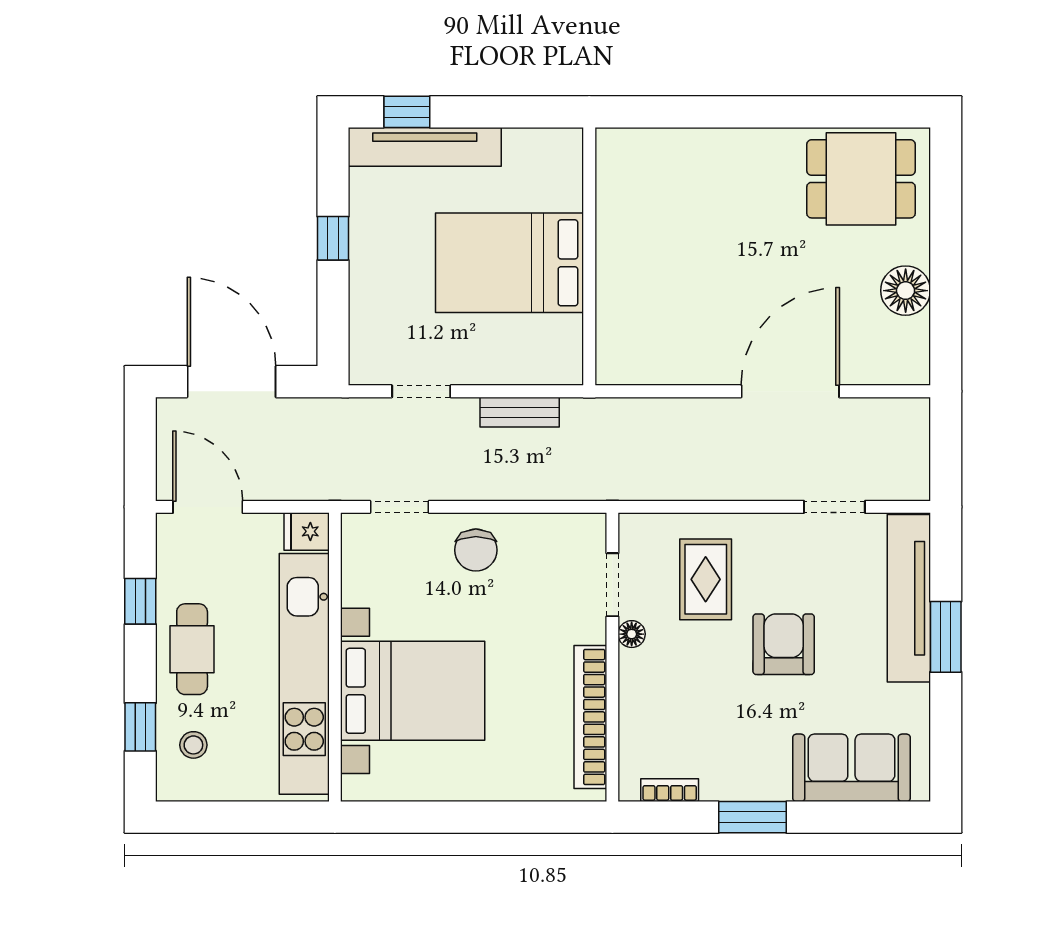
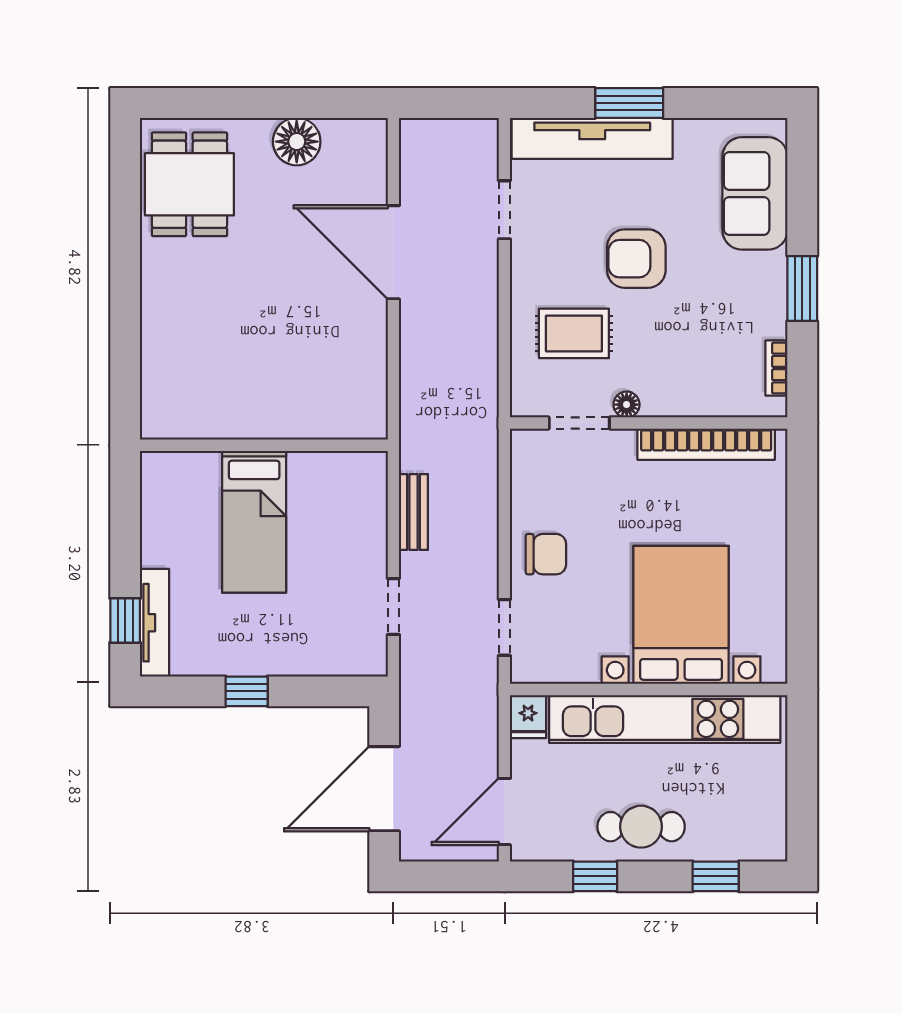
tv unit: (425, 147) -> (155, 623), width x0.73, depth x0.78
bed: (510, 263) -> (254, 522), width x0.67
stool: (193, 745) -> (733, 825), removed

